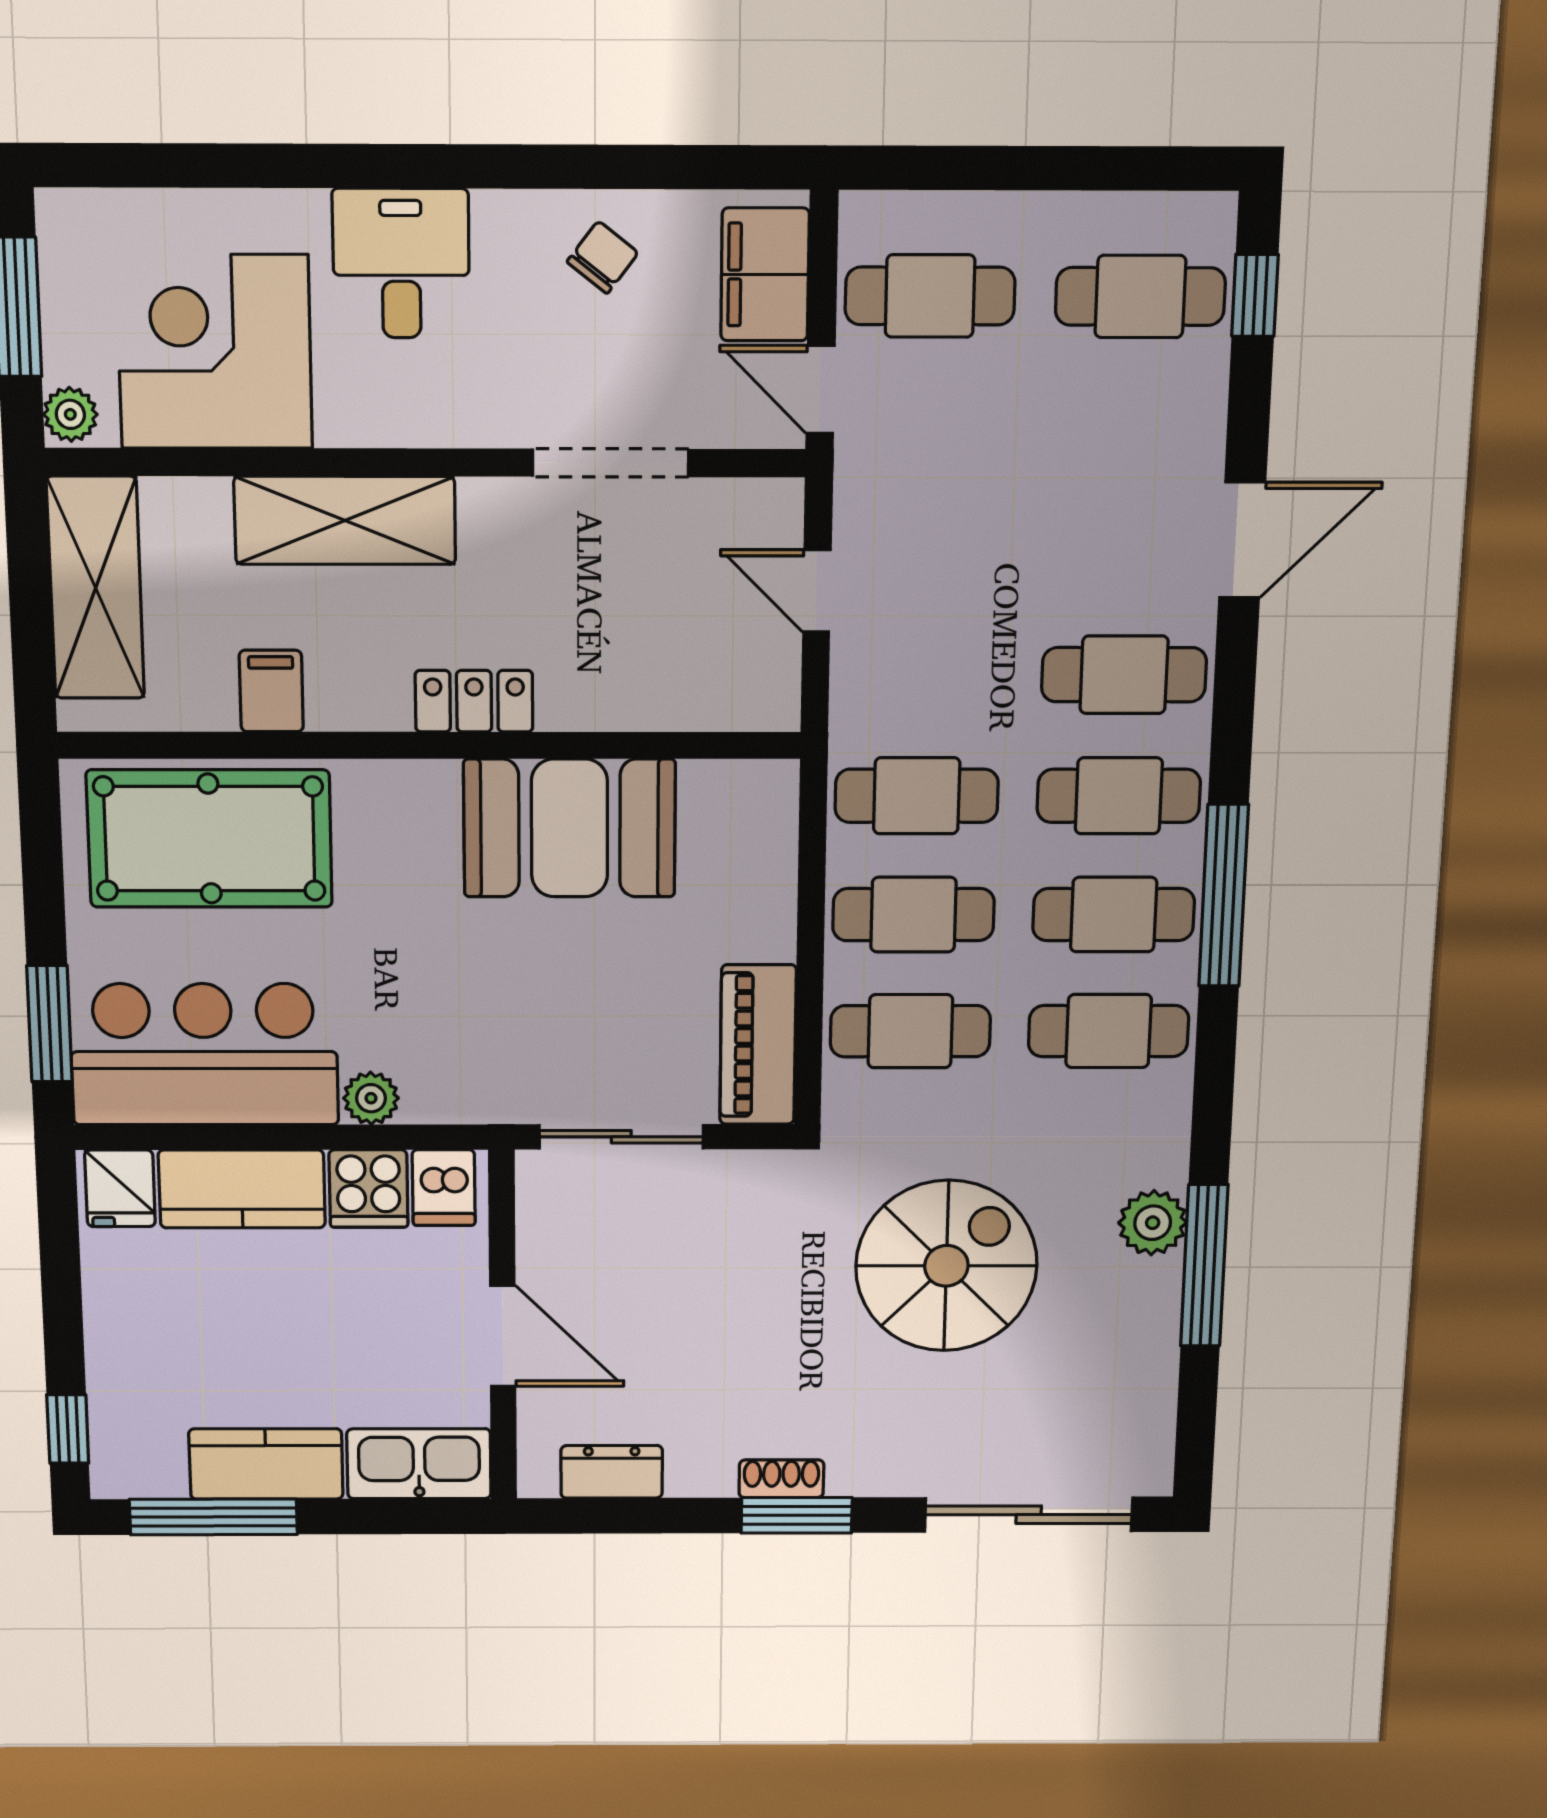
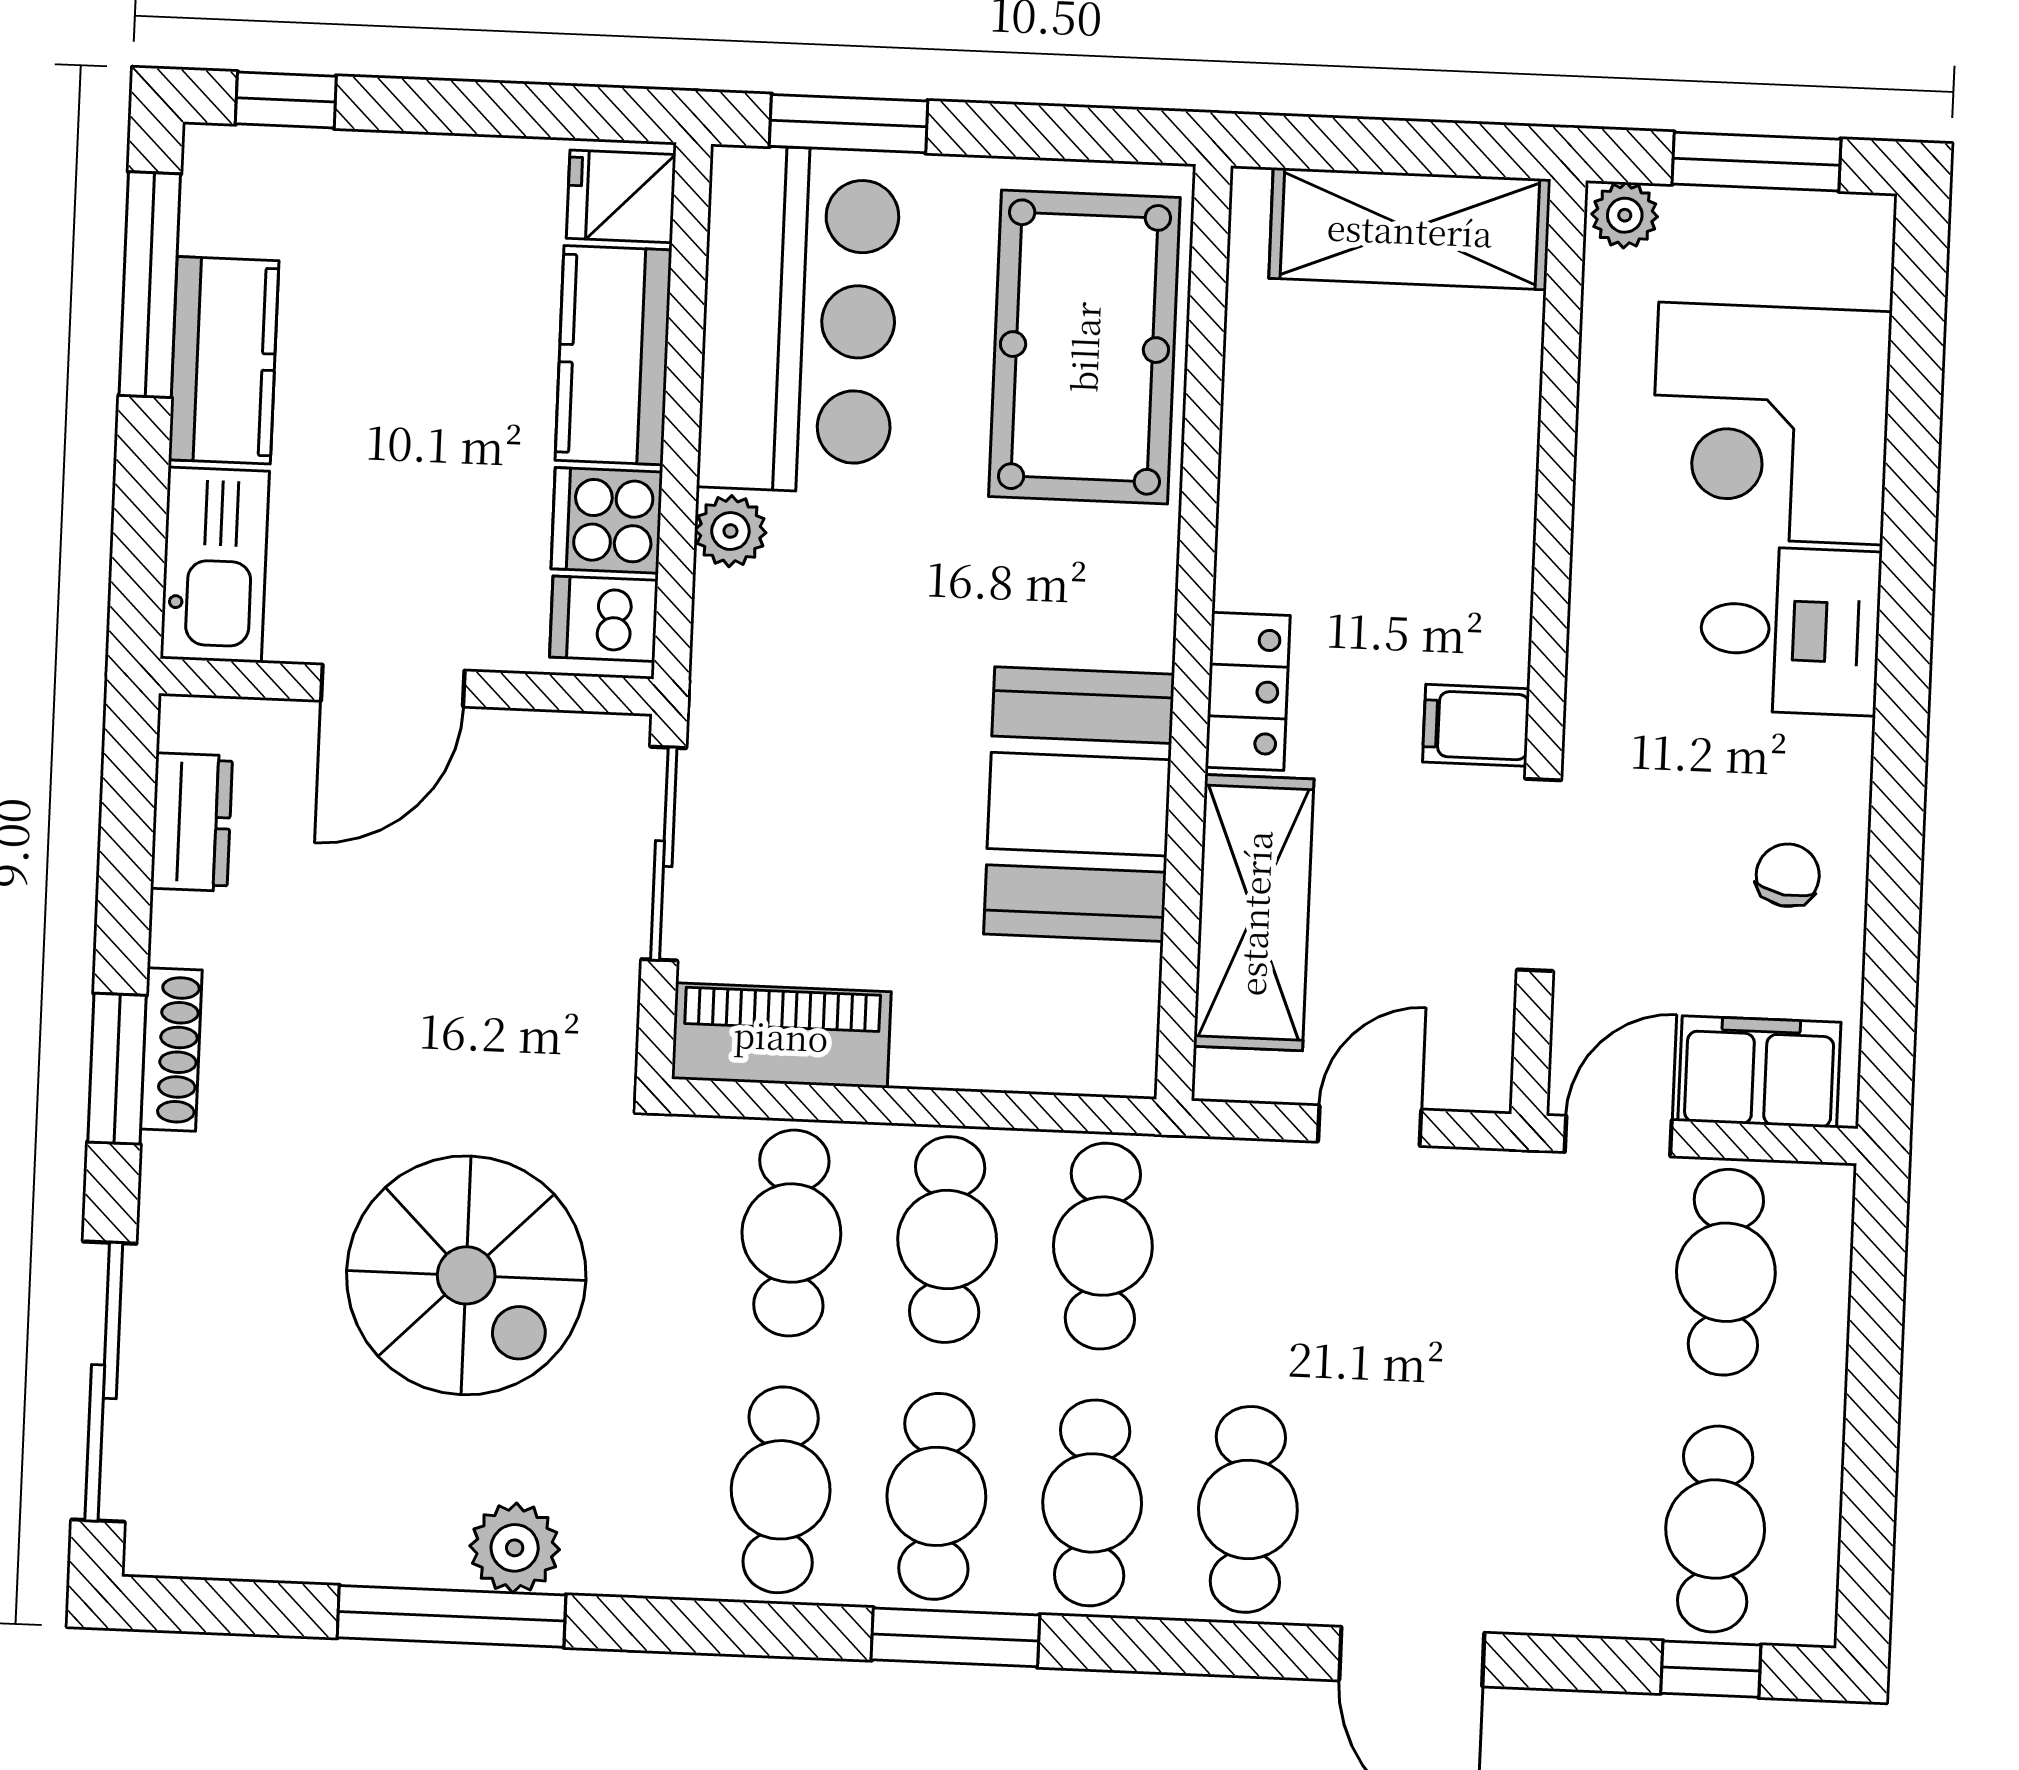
chair: (603, 257) -> (1788, 875), turned -119
corner desk: (215, 352) -> (1771, 423), moved, turned 180
shelving: (345, 521) -> (1254, 913), moved
filing cabinet: (271, 691) -> (1476, 725), moved, turned 180
window: (1224, 896) -> (955, 1637), width x0.69
shoe rack: (781, 1479) -> (171, 1050), width x1.43

